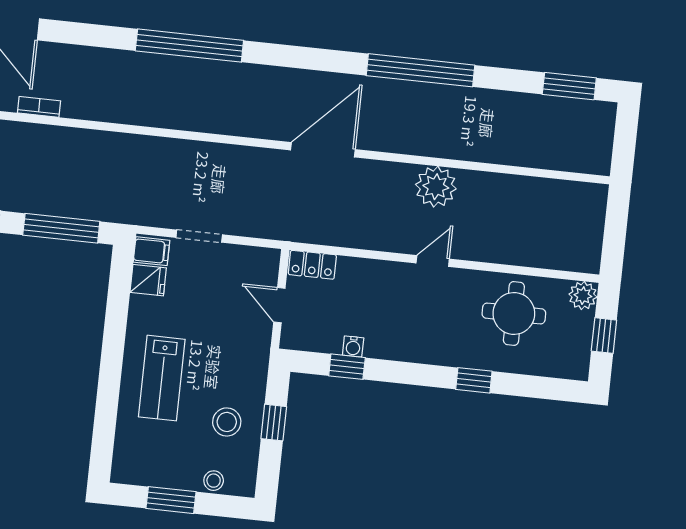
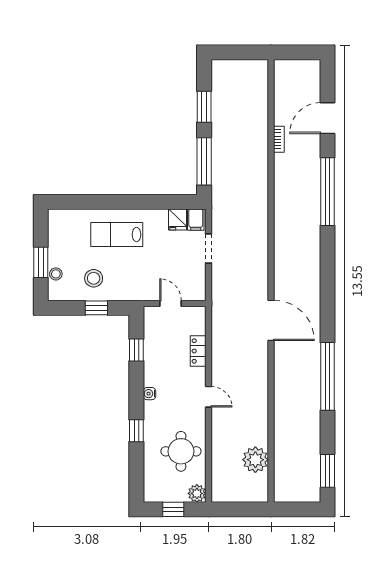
window: (189, 46) -> (327, 192), moved
plant: (436, 187) -> (255, 460), moved
locker: (312, 265) -> (198, 351), moved
door: (279, 305) -> (171, 303), hinge flipped
water cooler: (353, 347) -> (149, 394), moved
window: (171, 500) -> (41, 262), moved

